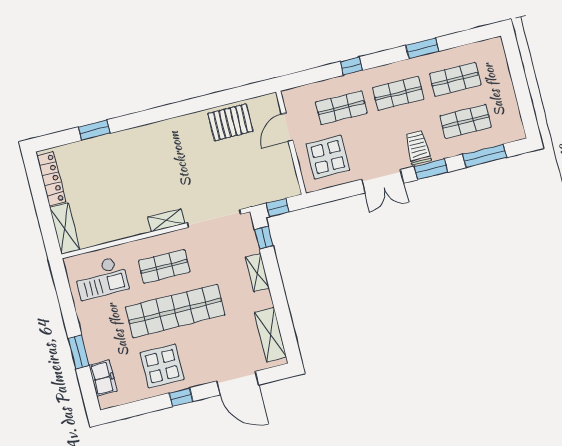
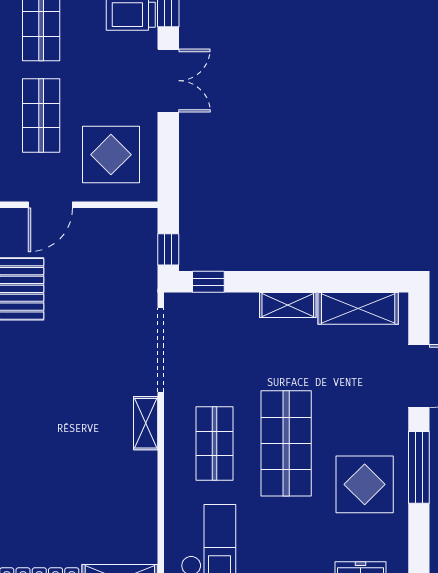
door: (287, 127) -> (50, 205), hinge flipped
shelving: (257, 272) -> (288, 305), moved
shop shelf: (175, 311) -> (286, 443), width x0.71
window: (181, 397) -> (419, 467), width x2.17

